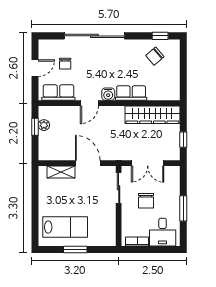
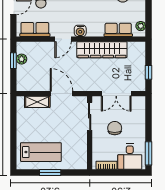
plant: (175, 89) -> (141, 26), added
row of seats: (131, 93) -> (118, 30), moved
wardrobe: (152, 115) -> (102, 50), moved
chair: (146, 201) -> (115, 128), turned 180
window: (183, 208) -> (149, 153), moved

